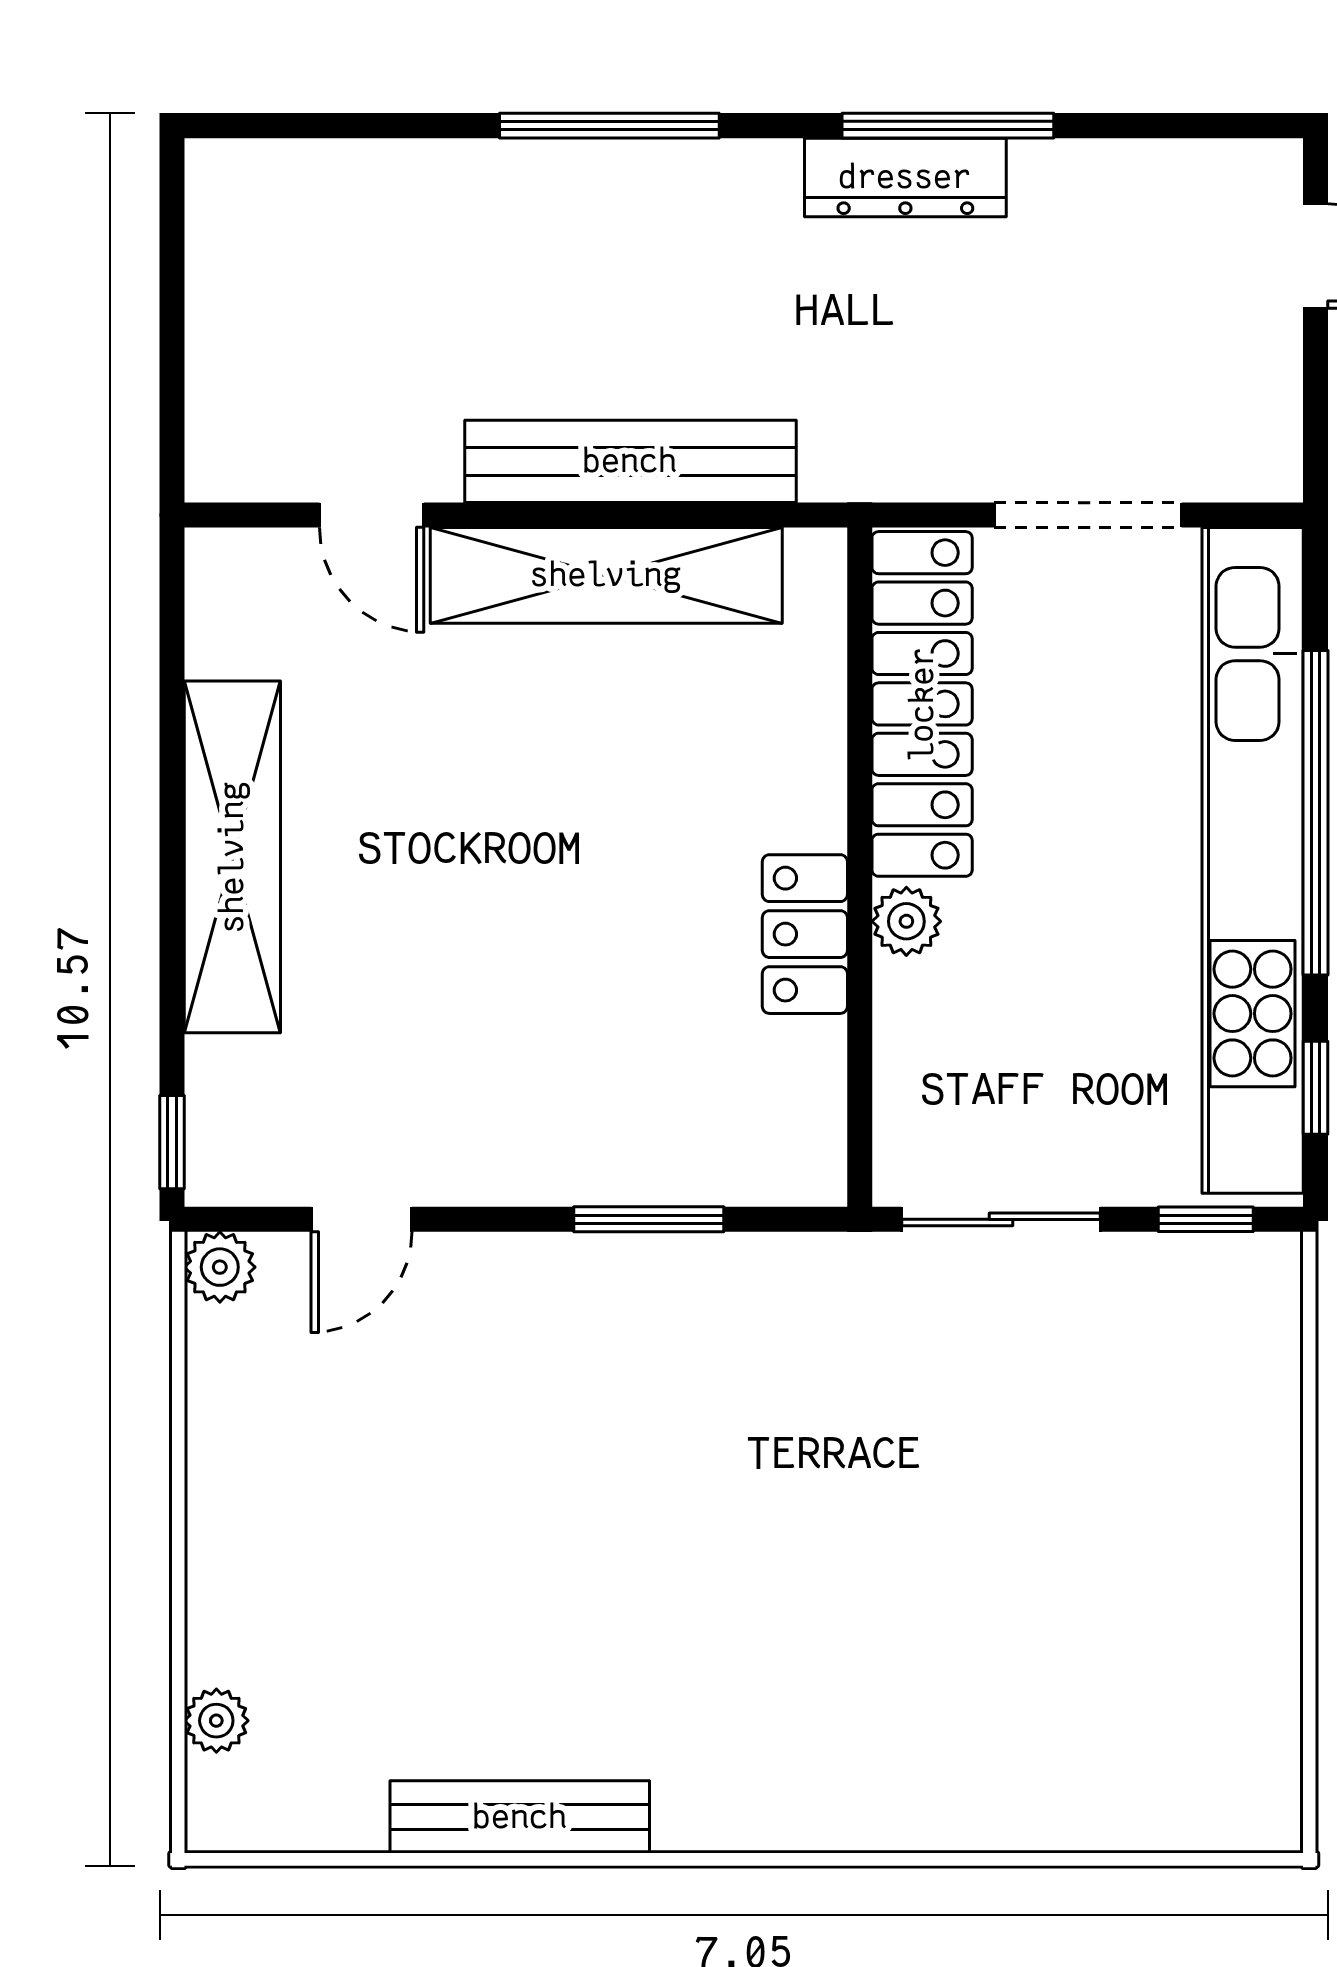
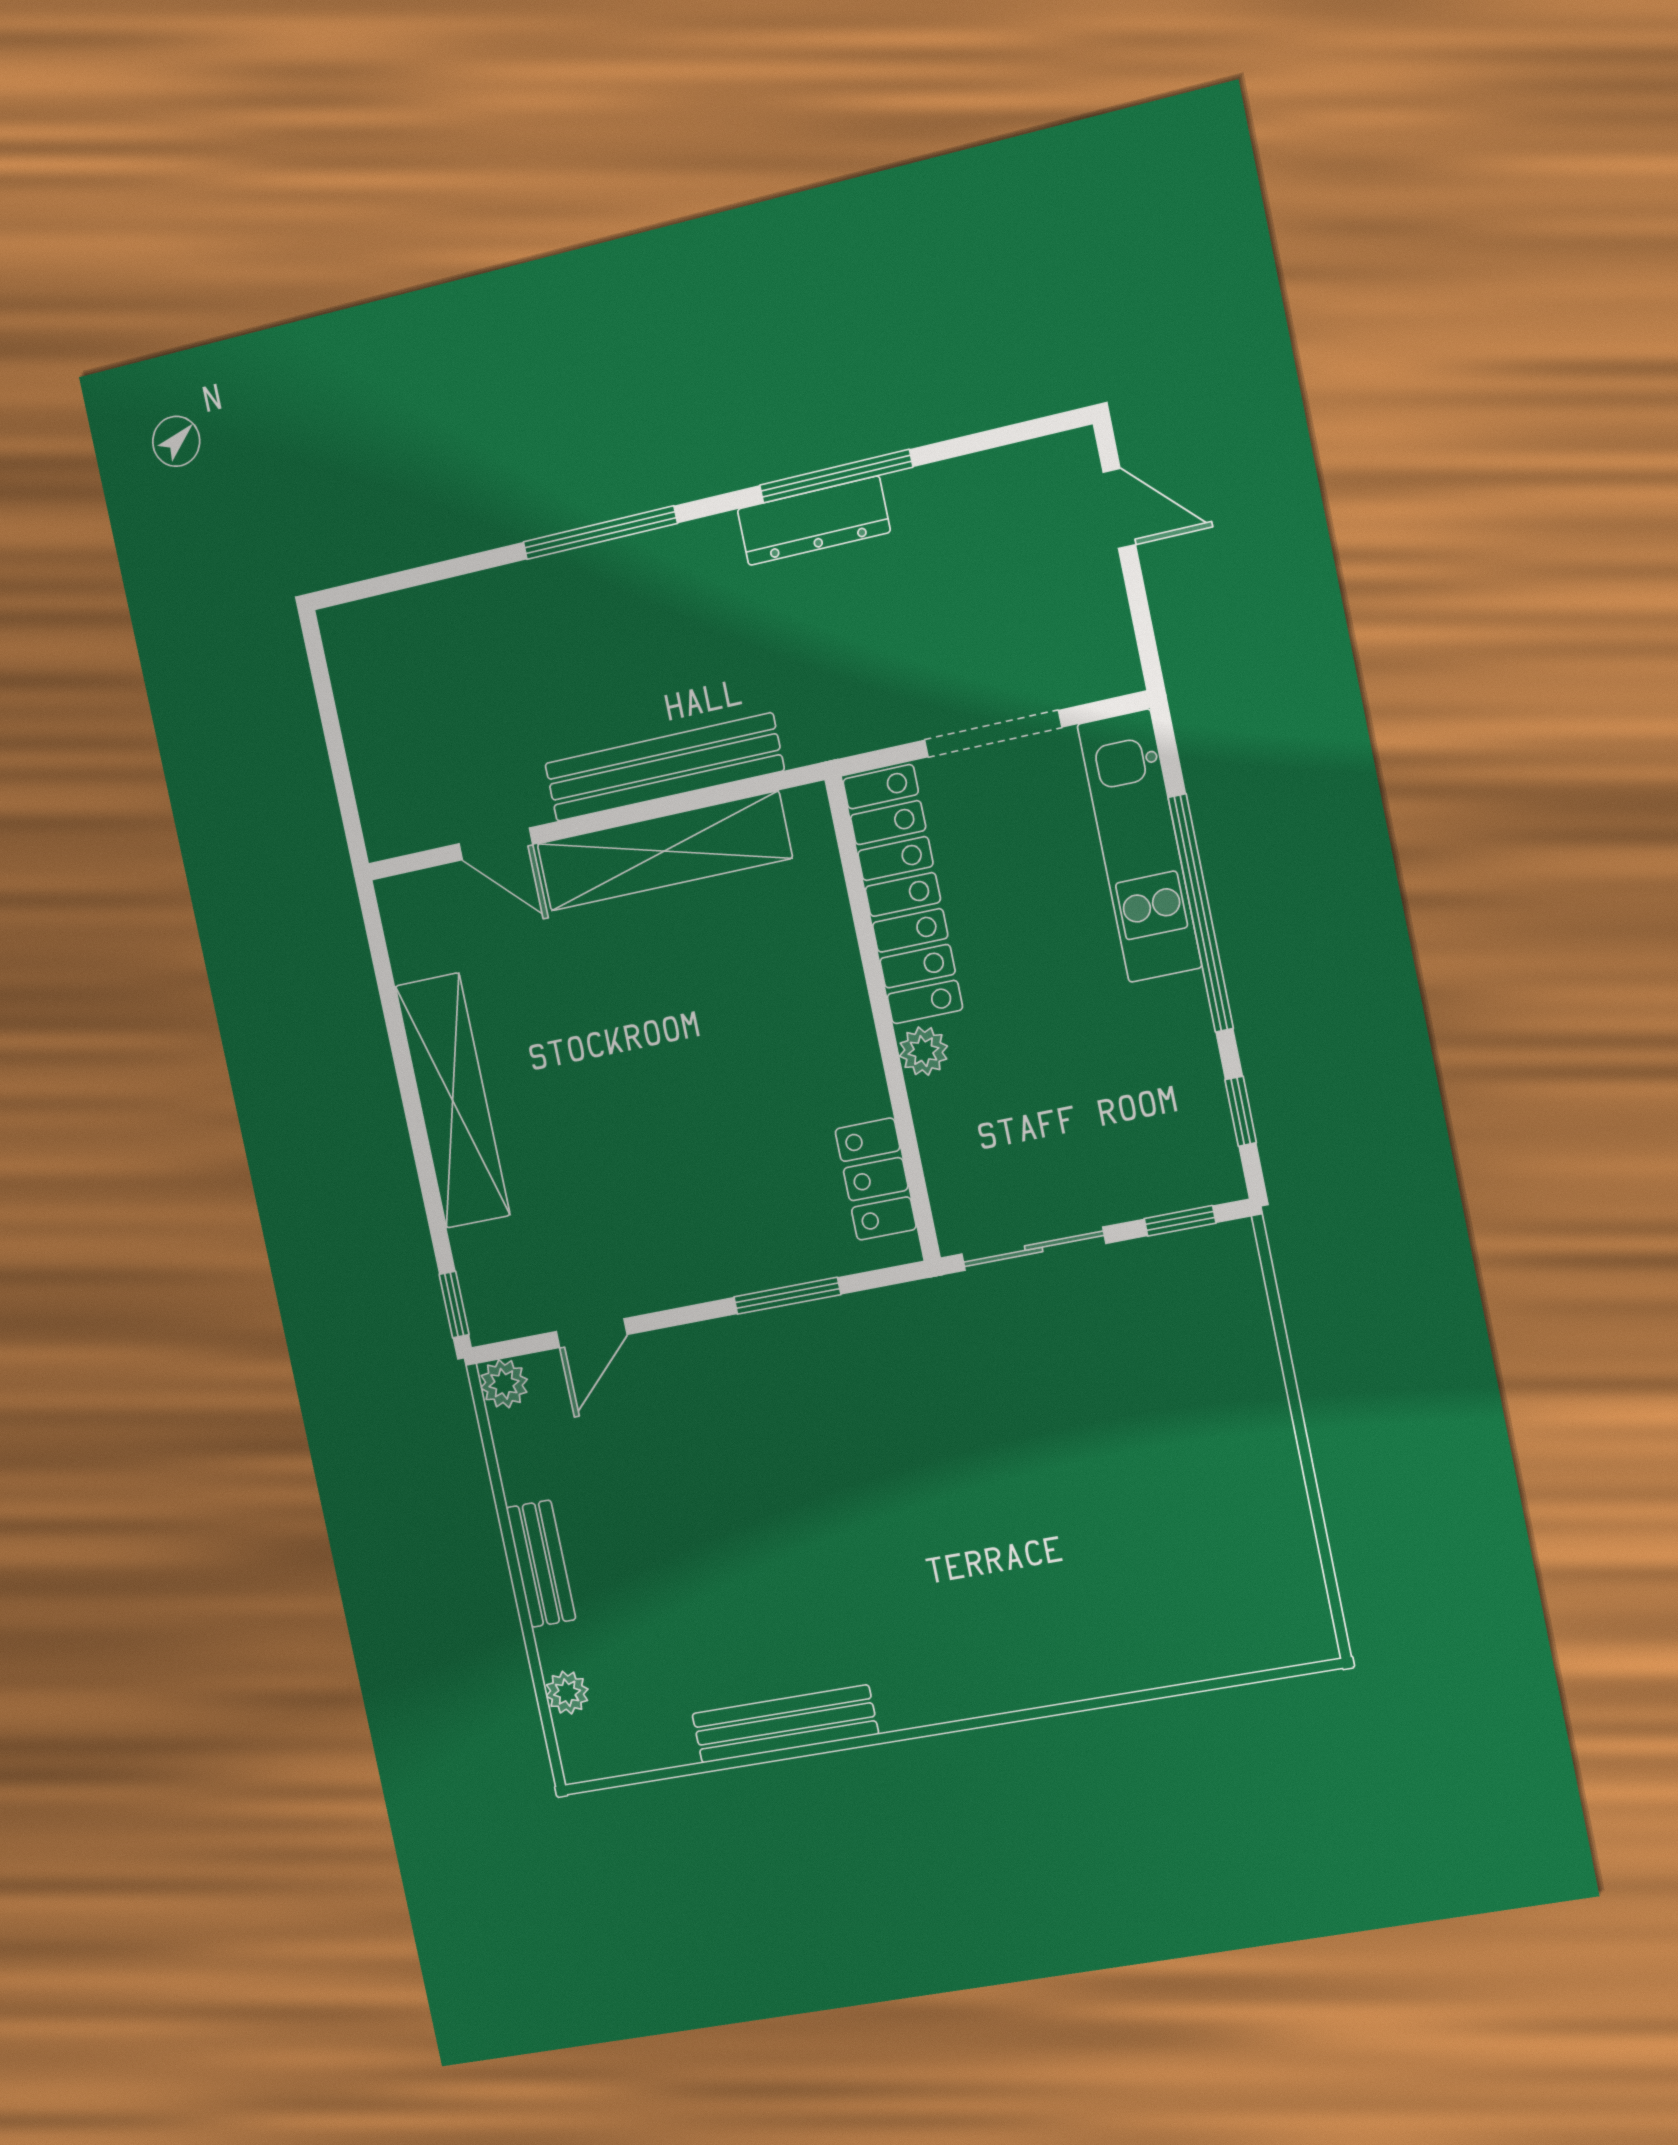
kitchen unit: (1253, 860) -> (1140, 846), width x0.54
locker: (805, 934) -> (876, 1179), moved
bench: (218, 1531) -> (541, 1564), added

